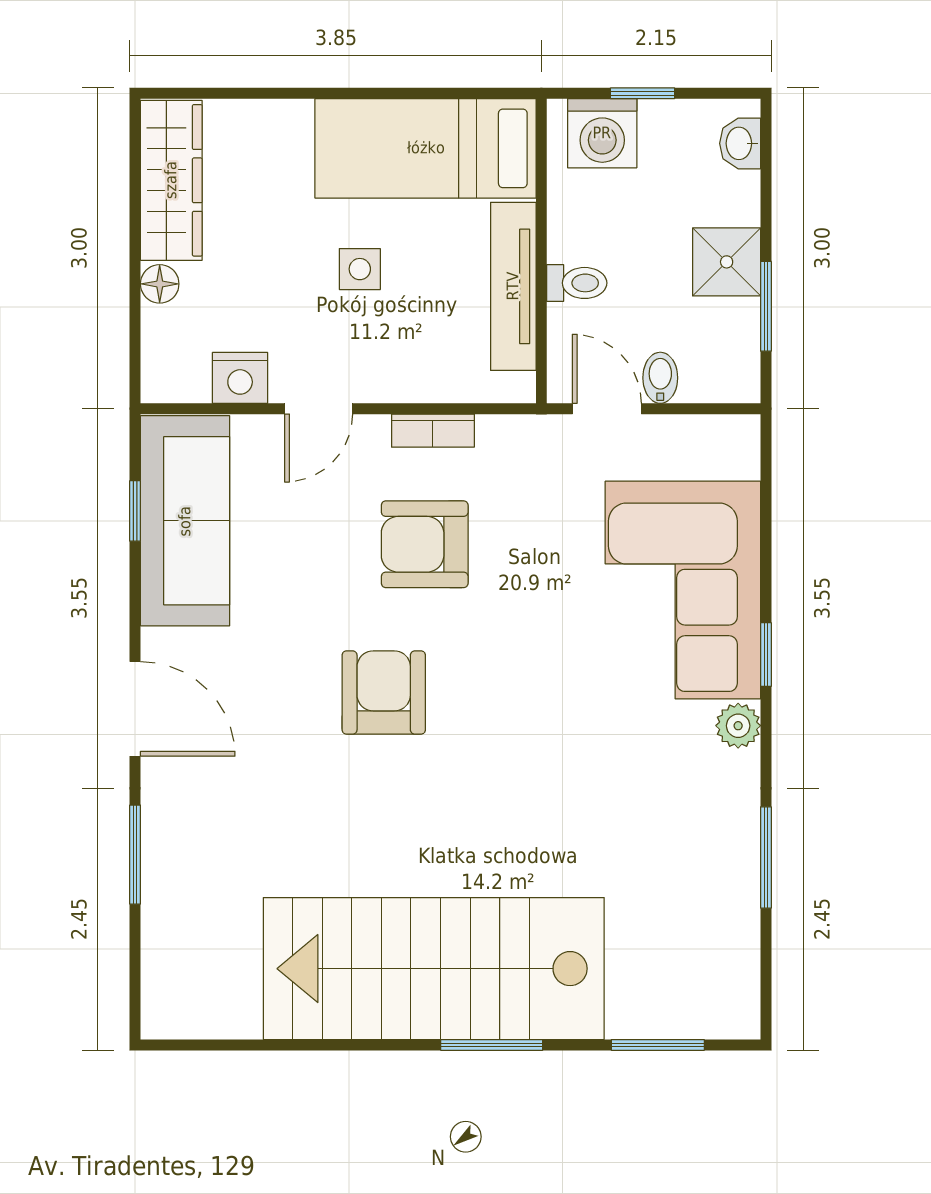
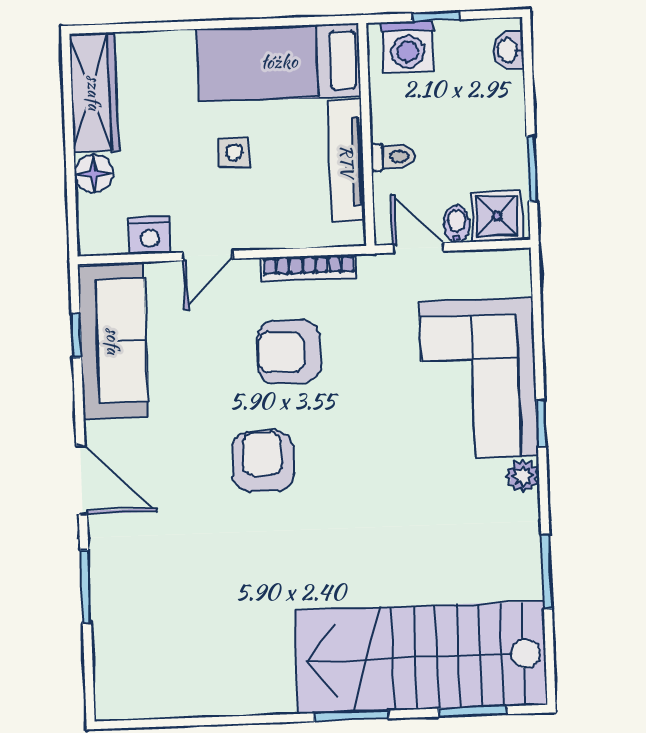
shower: (727, 262) -> (497, 216), moved
floor lamp: (160, 284) -> (94, 174), width x1.37, depth x1.37
bookcase: (433, 431) -> (309, 268), width x1.56
stairs: (434, 969) -> (421, 657), moved

